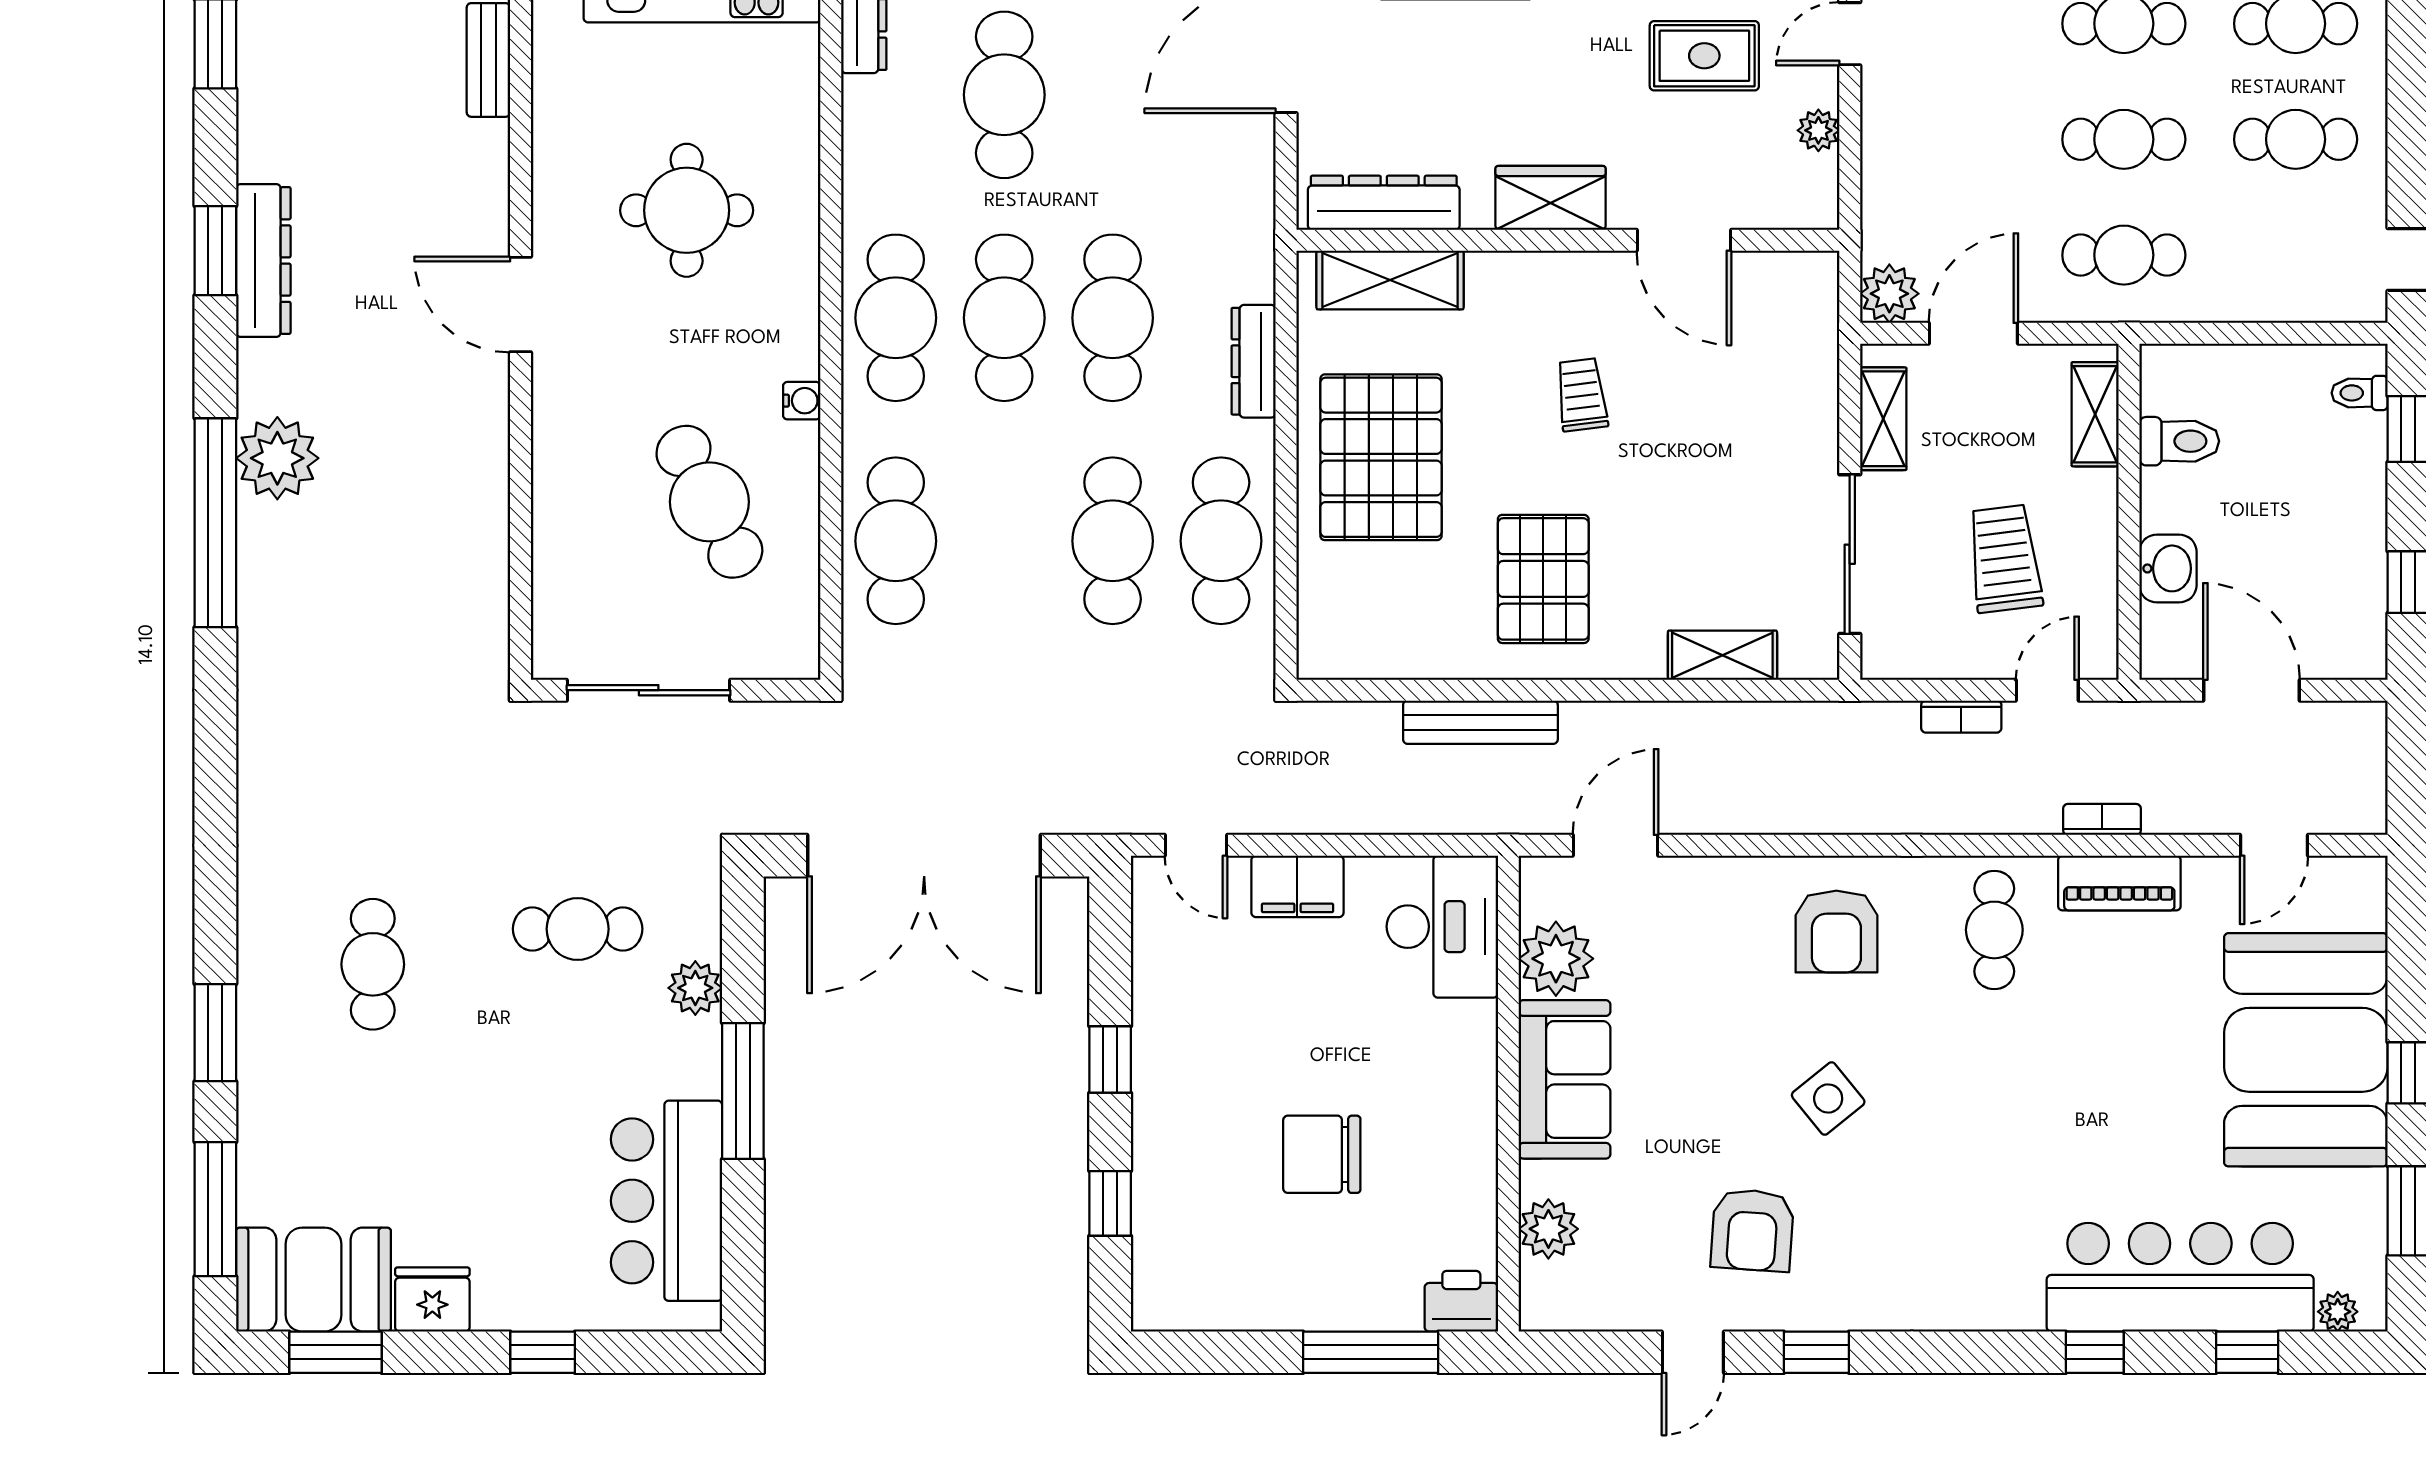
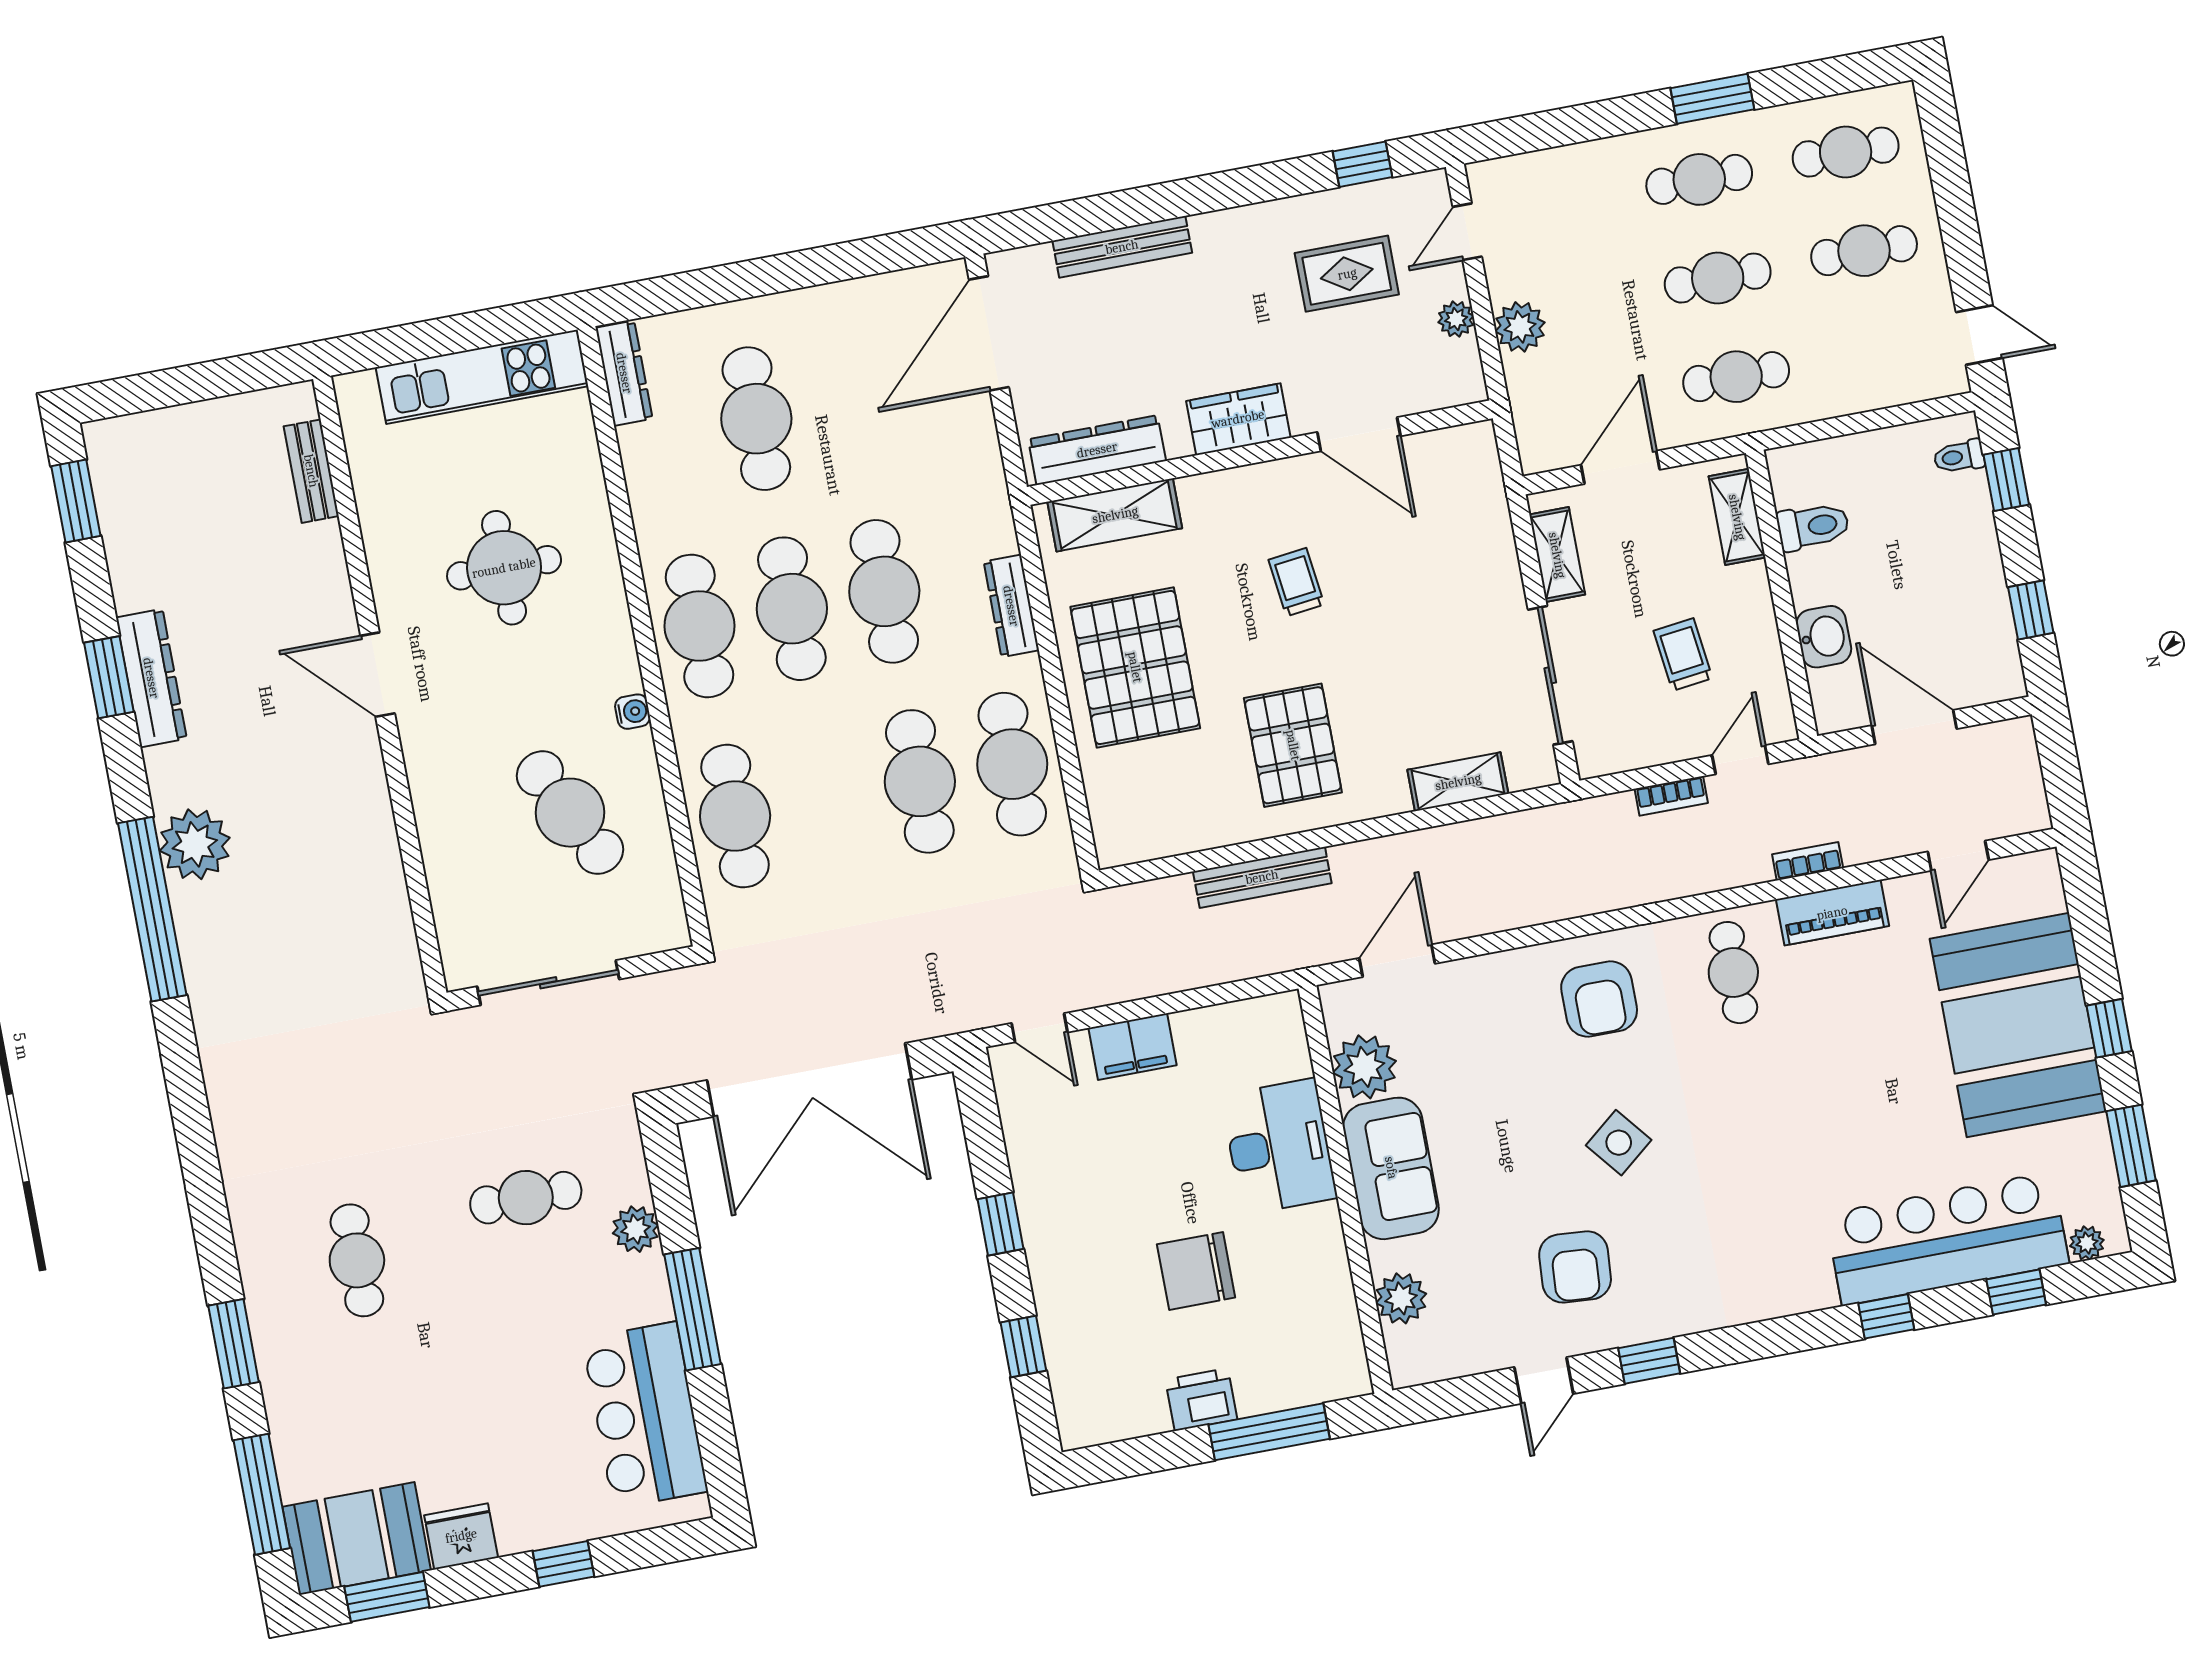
plant: (1889, 294) -> (1520, 327), moved
trolley: (2005, 559) -> (1683, 654), width x0.73, depth x0.72
desk: (1442, 927) -> (1279, 1147), moved
printer: (1461, 1301) -> (1201, 1400), moved

